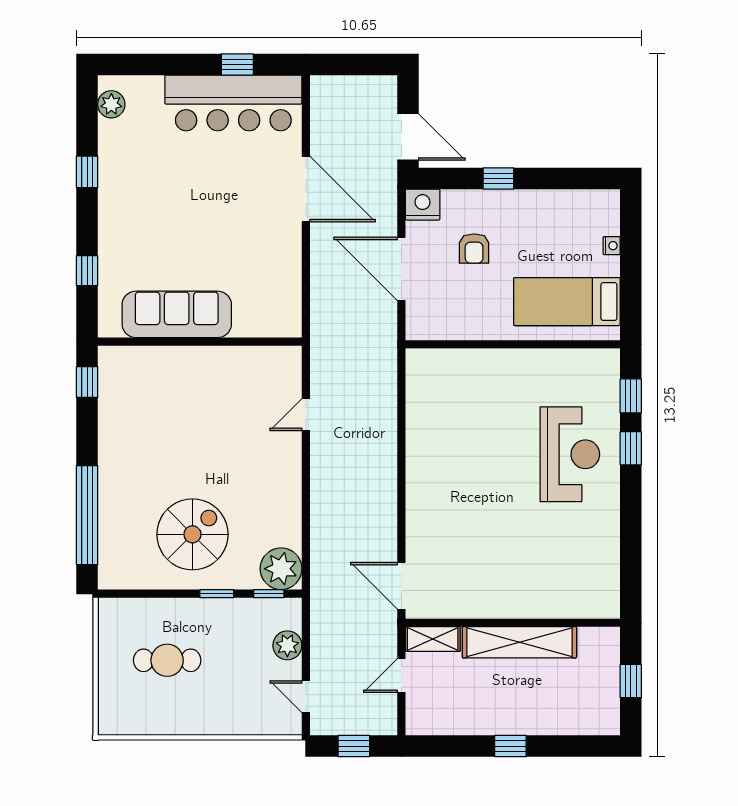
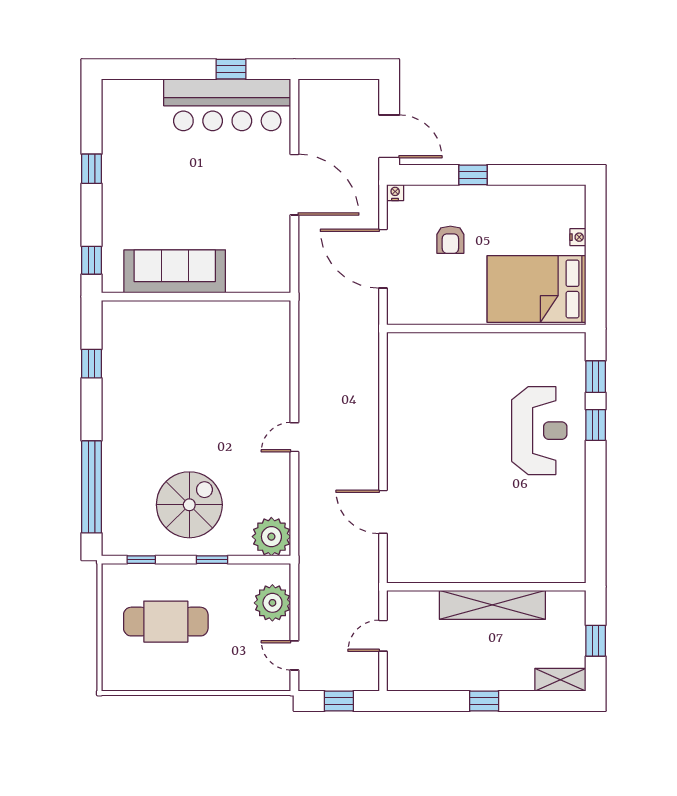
plant: (111, 104) -> (114, 106), removed
nightstand: (423, 205) -> (395, 193), width x0.53, depth x0.56
bed: (567, 302) -> (536, 289), width x1.50
sofa: (177, 314) -> (175, 271), moved
wall: (200, 342) -> (196, 297), moved
door: (306, 415) -> (294, 437), moved
door: (401, 586) -> (383, 512), moved
window: (269, 594) -> (141, 560), moved
shelving: (433, 639) -> (560, 680), moved
plant: (287, 645) -> (272, 603), width x1.36, depth x1.36
cafe table: (167, 660) -> (166, 622), width x1.37, depth x1.35

